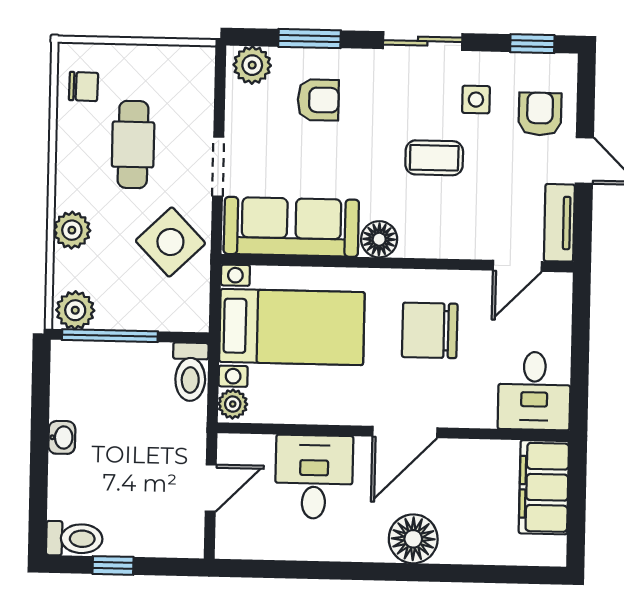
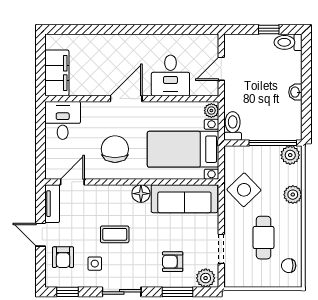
doorway: (218, 167) -> (221, 249), moved
chair: (430, 330) -> (115, 149), turned -90
floor lamp: (413, 539) -> (121, 46), removed

